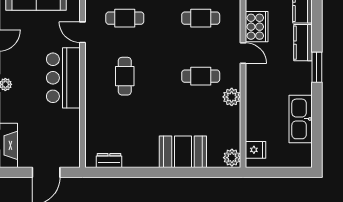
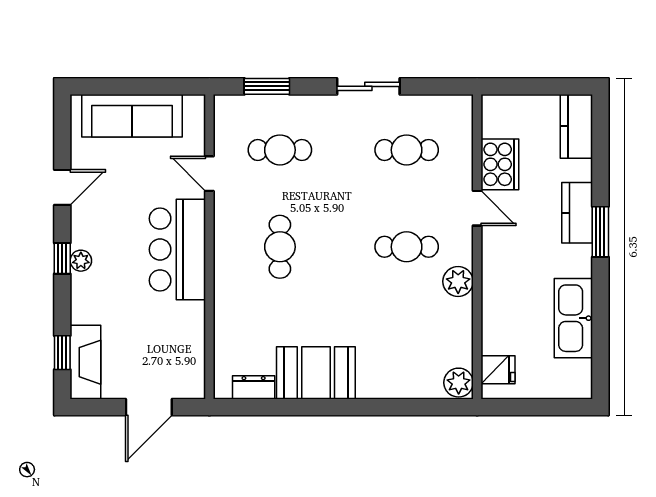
kitchen counter: (303, 43) -> (577, 213), moved
booth: (183, 152) -> (316, 373), moved

